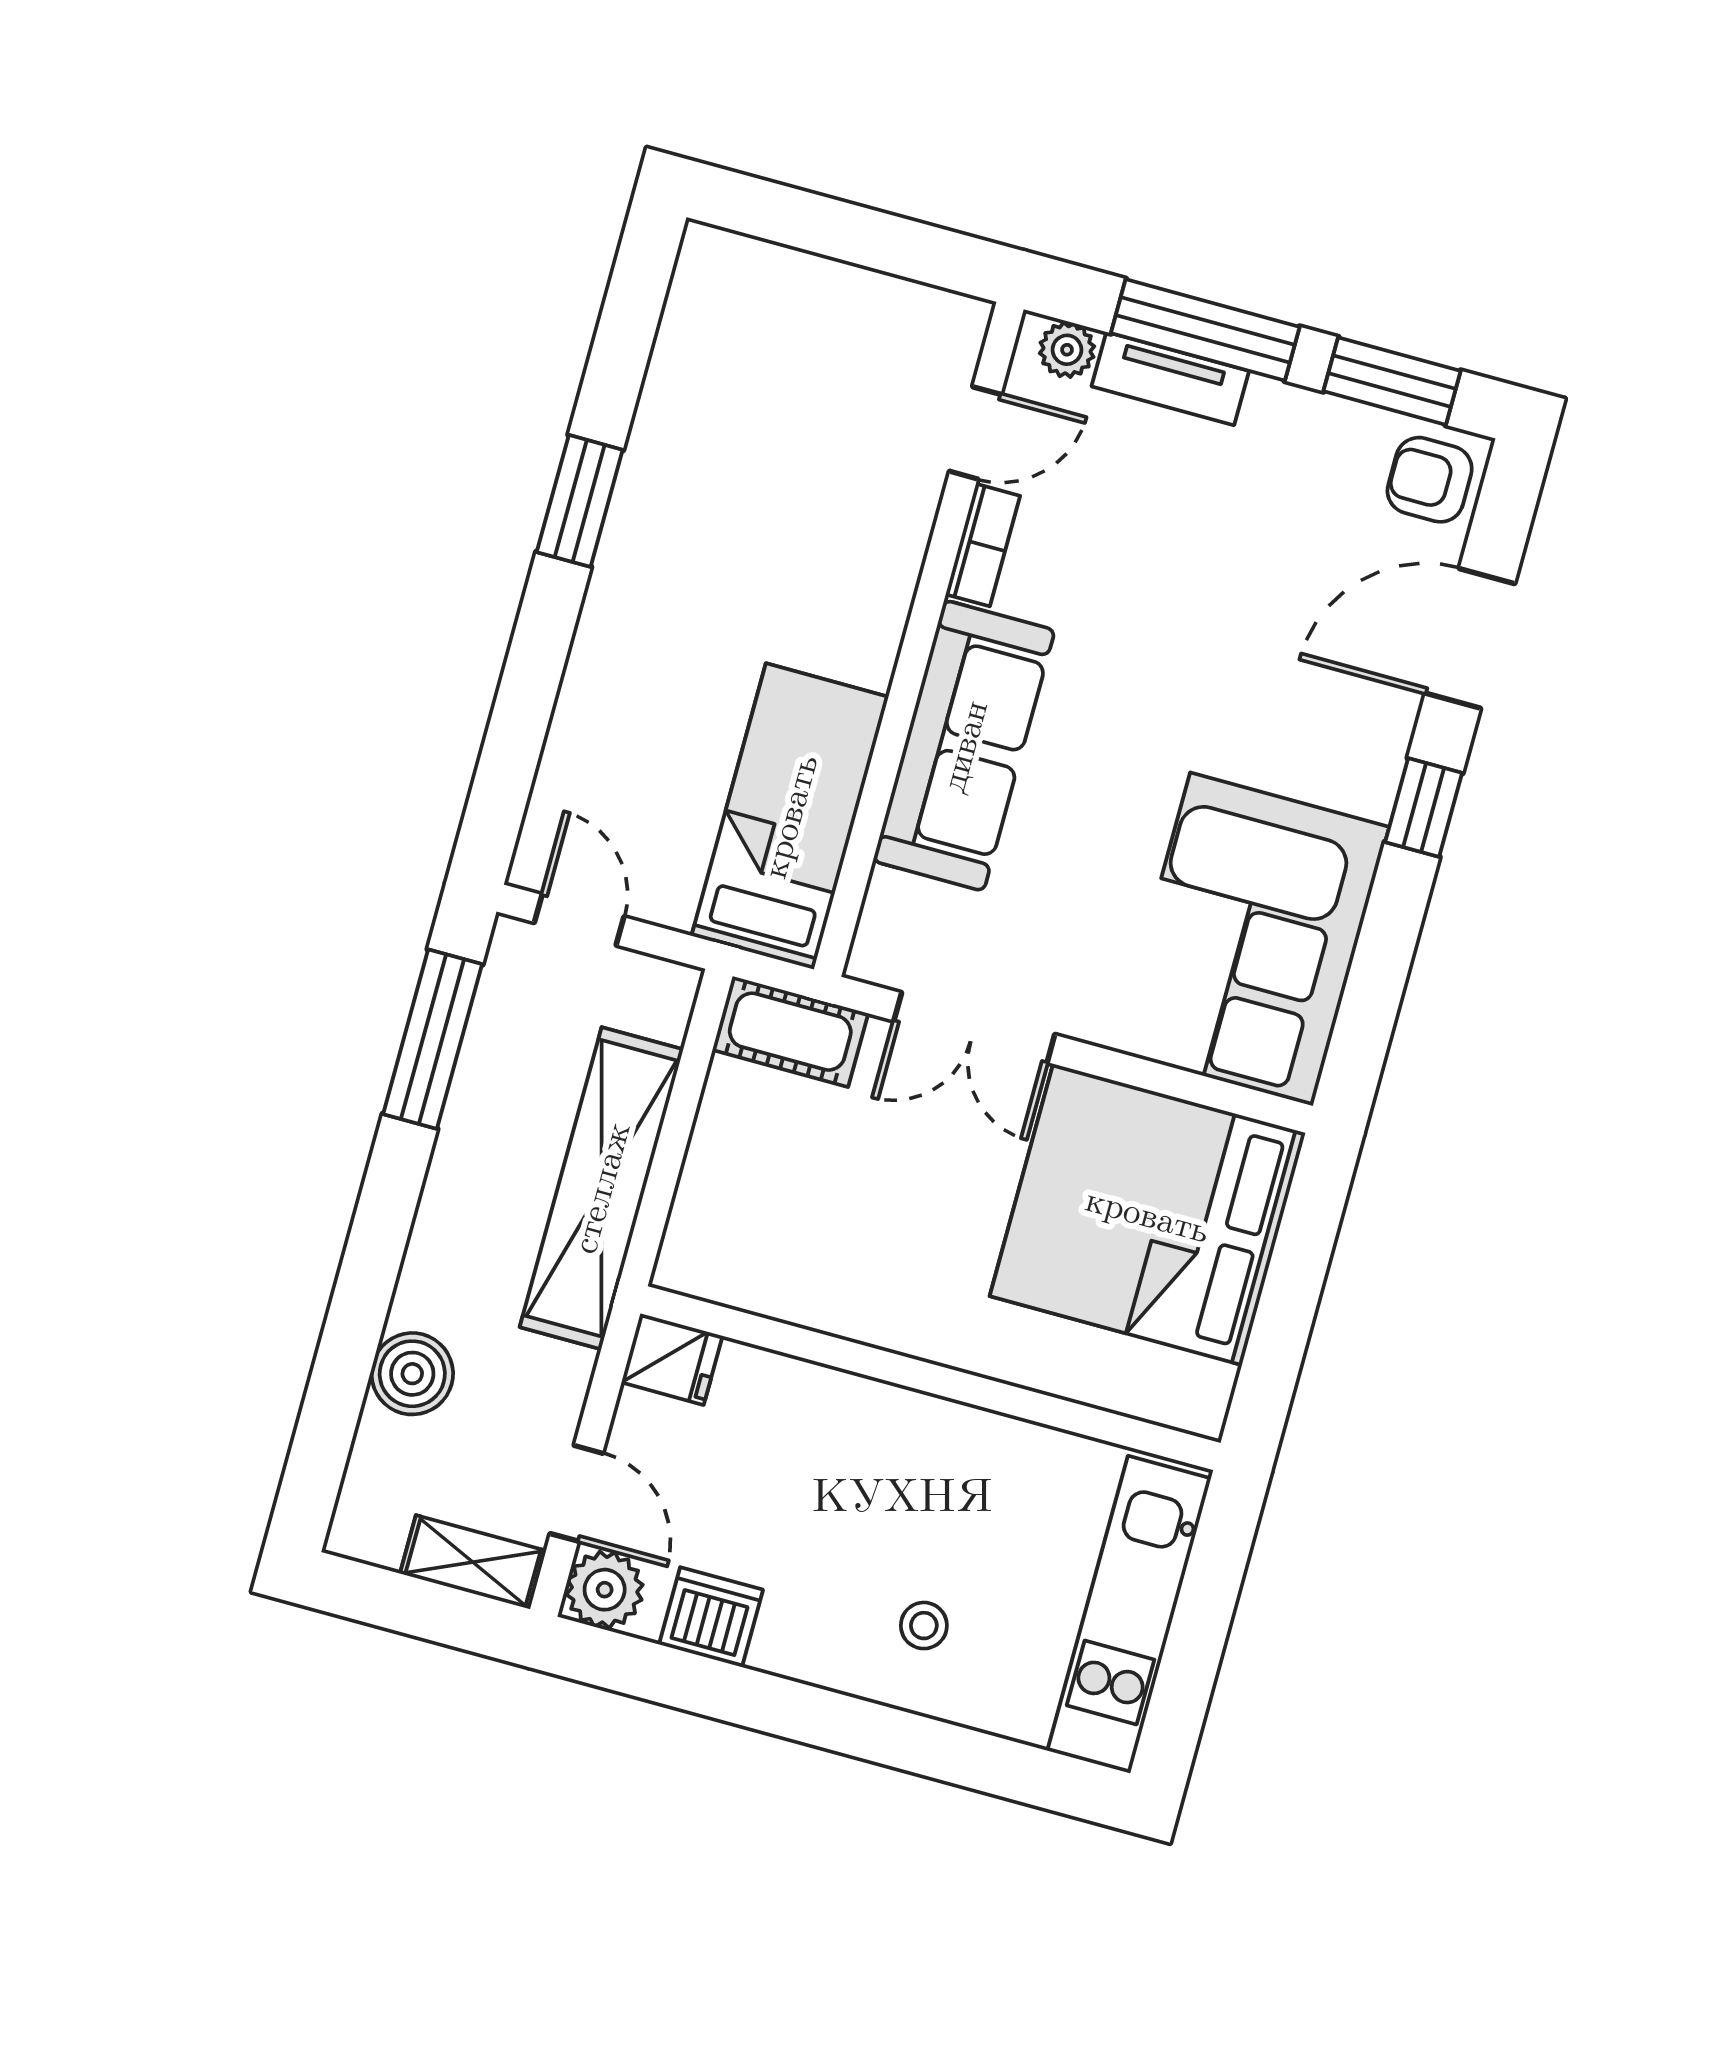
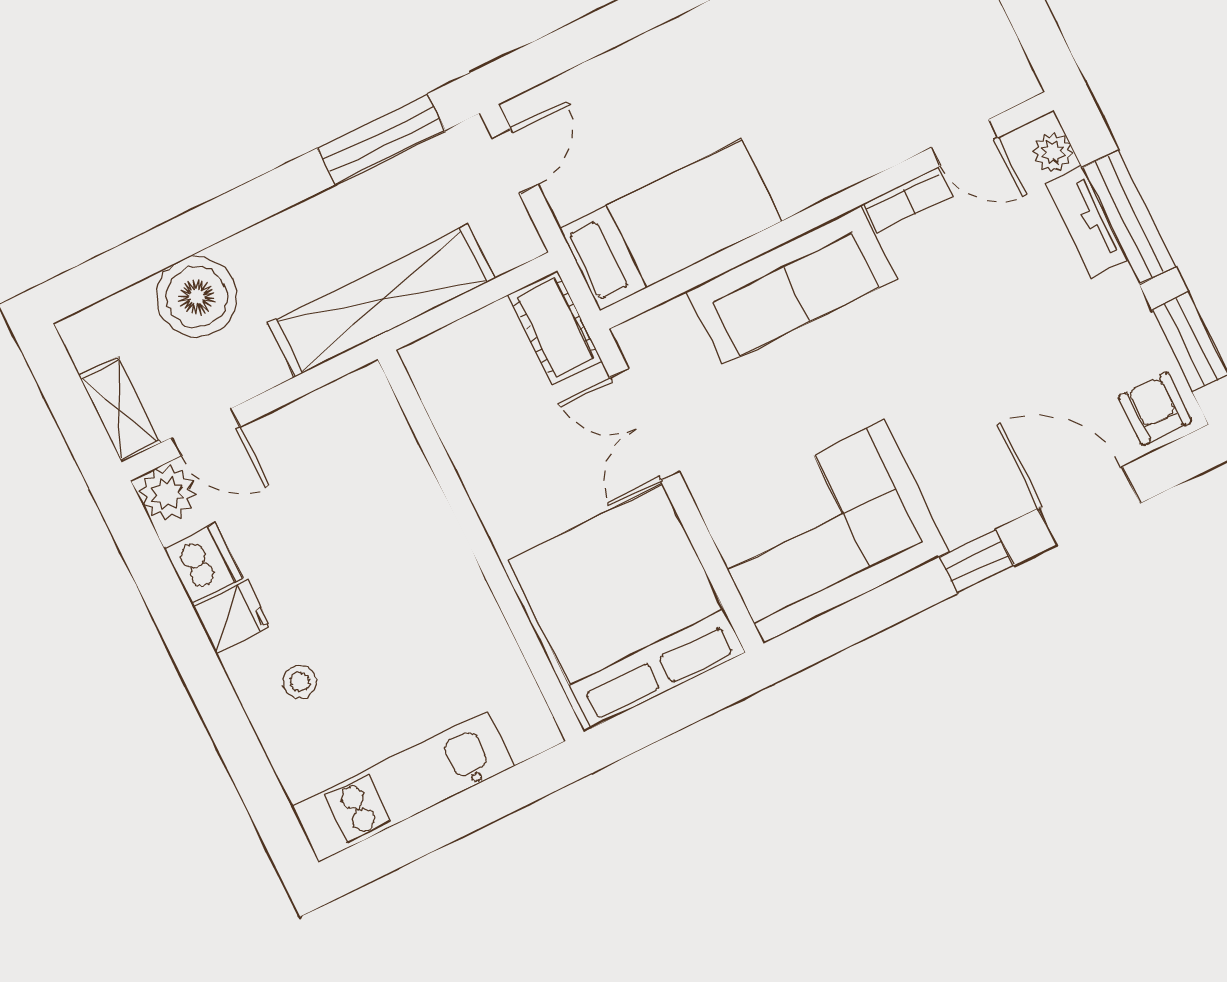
fridge: (672, 1359) -> (232, 617), moved, turned -90
boiler: (412, 1374) -> (197, 297), width x1.37, depth x1.37
wall: (930, 1378) -> (481, 546), moved
door: (576, 1493) -> (206, 432), hinge flipped

